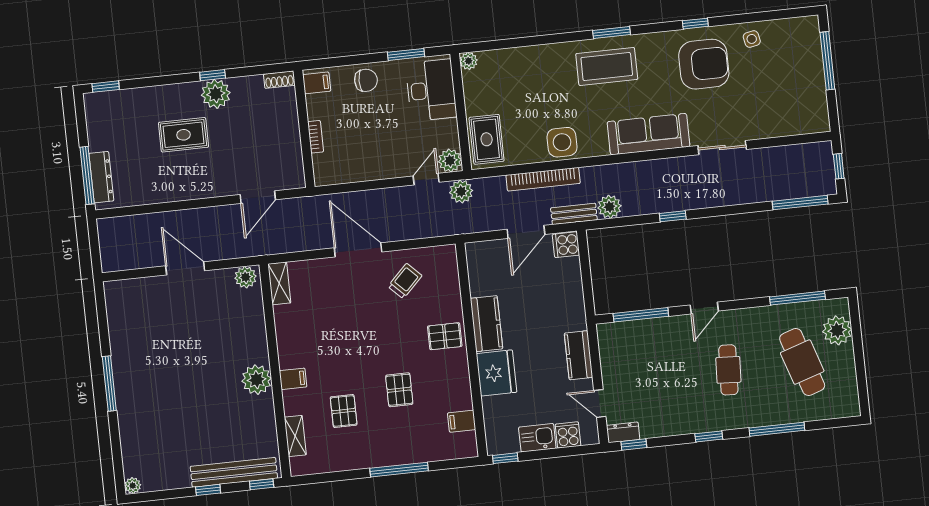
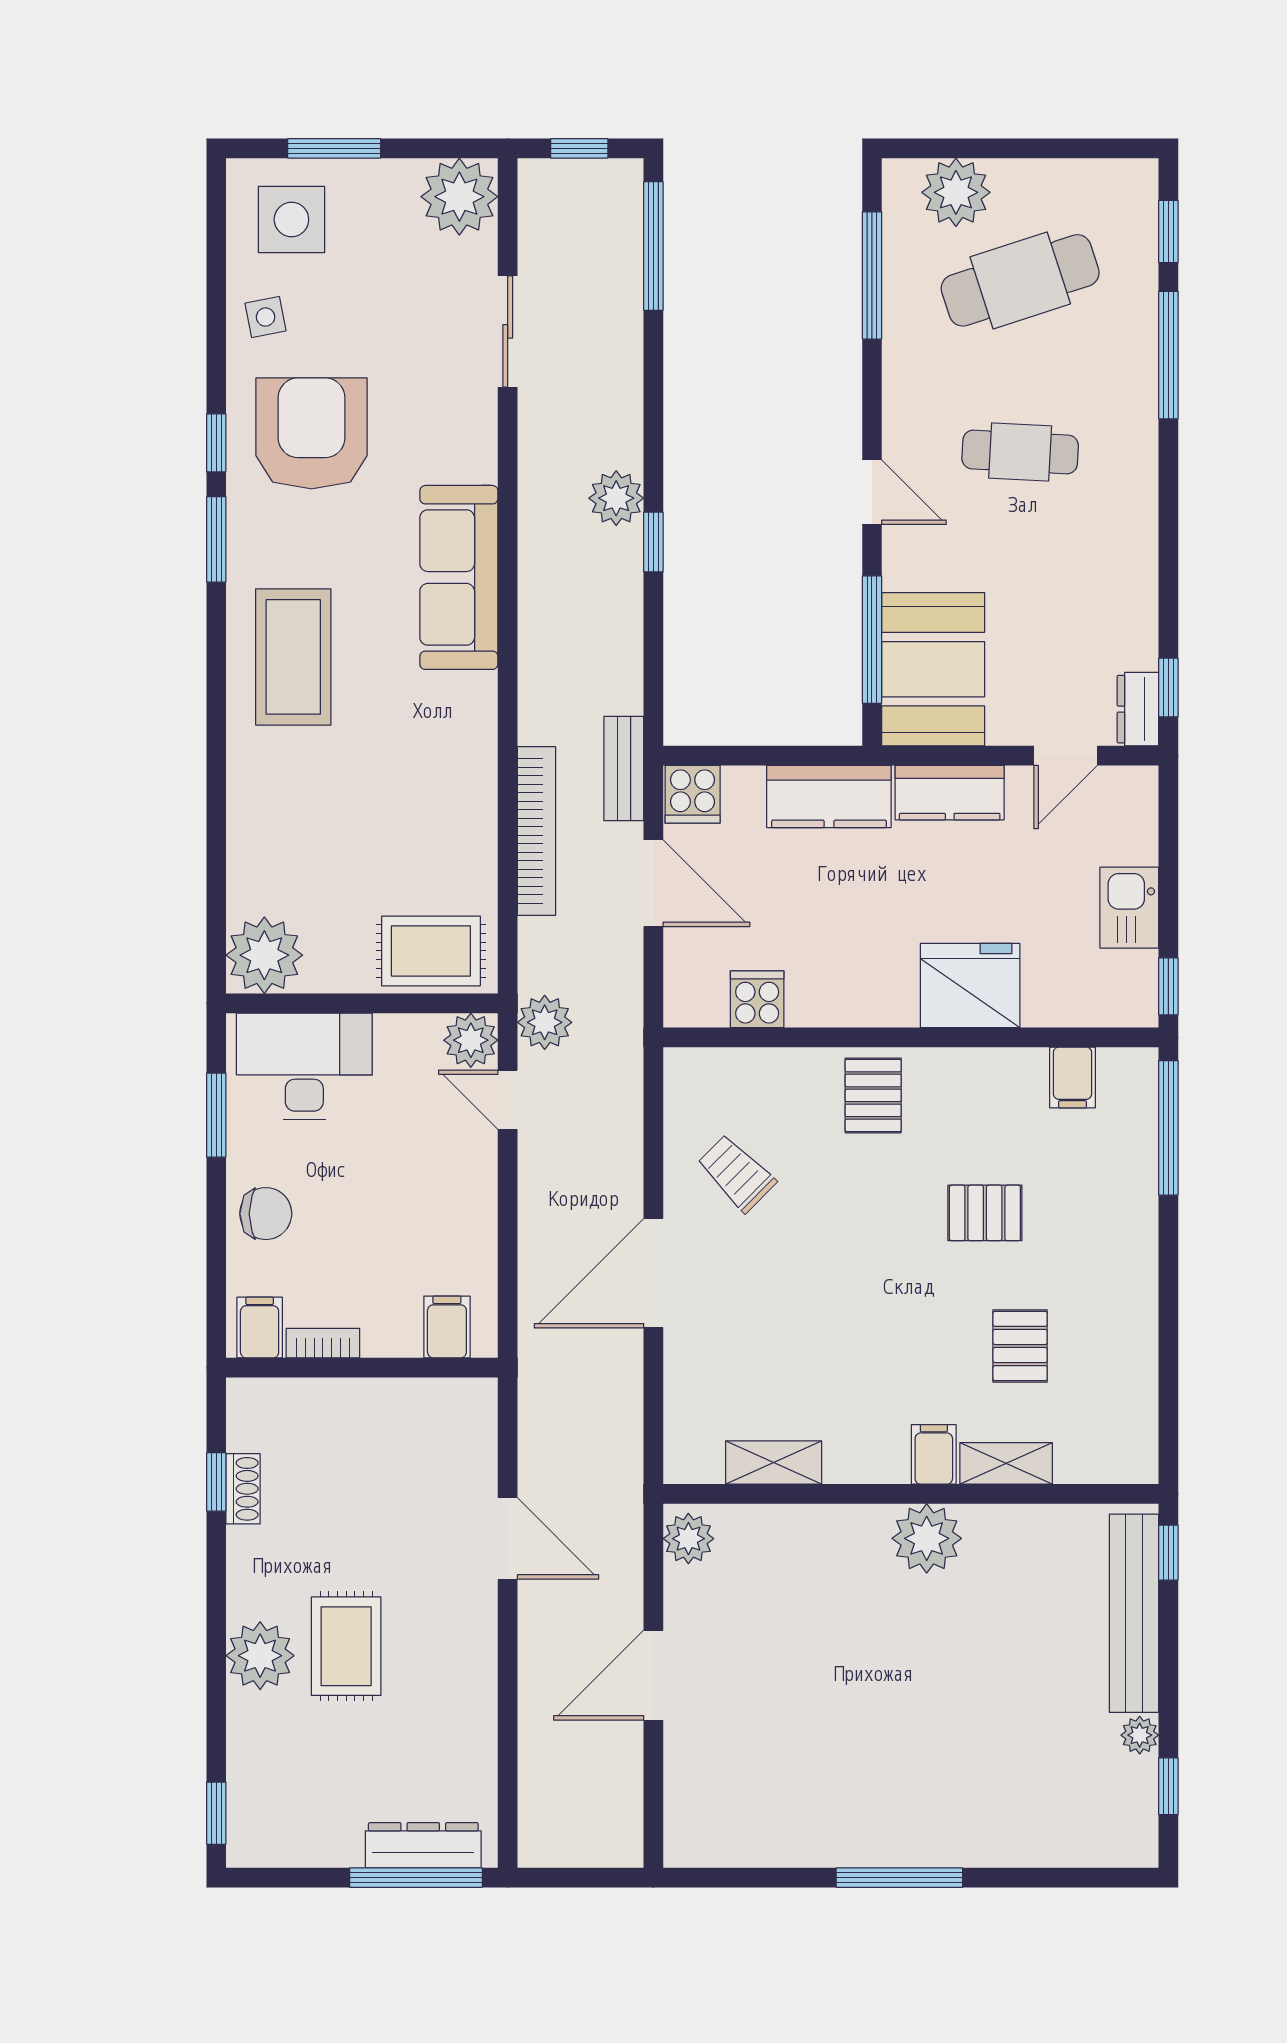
window: (612, 33) -> (216, 539), moved
plant: (469, 61) -> (264, 955), width x1.88, depth x1.88
window: (827, 61) -> (334, 148), width x0.69
window: (213, 75) -> (216, 1482), moved
shoe rack: (279, 80) -> (243, 1489), moved
chair: (366, 80) -> (266, 1214), turned 90
plant: (216, 94) -> (260, 1656), moved
plant: (812, 117) -> (459, 197), added
bookcase: (316, 137) -> (323, 1343), moved
side table: (562, 142) -> (291, 219), moved
sliding door: (722, 148) -> (508, 331), moved
filing cabinet: (325, 163) -> (447, 1327), added
door: (258, 197) -> (508, 1538), moved
plant: (610, 207) -> (616, 498), moved
shelving: (279, 283) -> (774, 1463), moved
kitchen counter: (486, 324) -> (829, 796), moved, turned 180
booth: (631, 342) -> (933, 669), added
pallet: (344, 411) -> (1020, 1346), turned 90
cooker: (568, 435) -> (757, 999), moved, turned 90
shelving: (295, 436) -> (1006, 1463), moved
window: (709, 436) -> (1168, 232), moved
window: (399, 470) -> (1168, 1128), moved
plant: (133, 486) -> (1140, 1735), moved
window: (208, 490) -> (1168, 1786), moved

